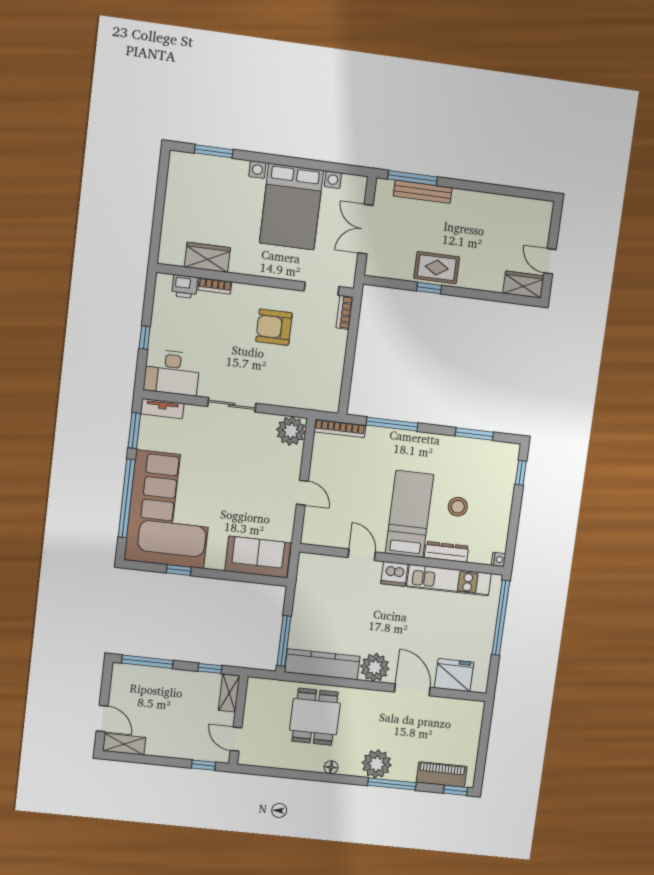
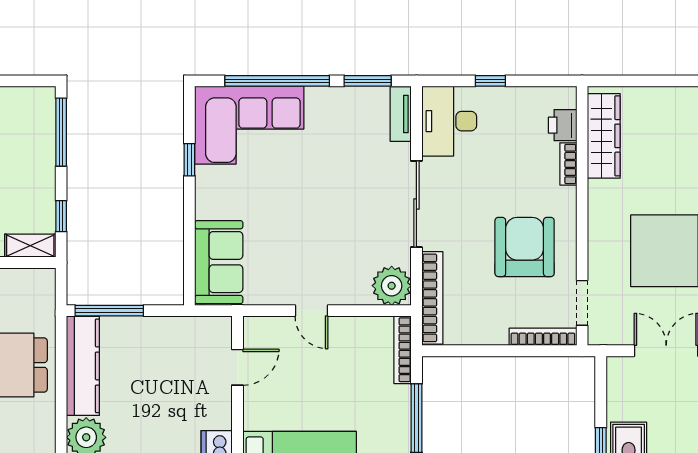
wardrobe: (207, 257) -> (604, 136), width x1.50
bookcase: (344, 312) -> (543, 337), width x1.56
armchair: (274, 327) -> (525, 247), width x1.36, depth x1.36
bookcase: (304, 401) -> (432, 298), added
sliding door: (232, 405) -> (416, 204), width x1.37
door: (302, 493) -> (311, 311), hinge flipped
corner sofa: (170, 509) -> (249, 125), width x0.73, depth x0.74
door: (362, 555) -> (237, 367), moved

